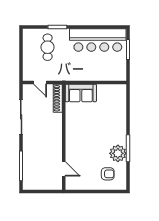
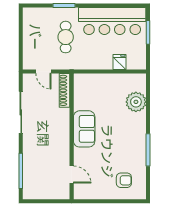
cafe table: (48, 47) -> (66, 37), moved
fridge: (104, 74) -> (120, 62), added
sofa: (81, 93) -> (84, 129), moved, turned -90
plant: (118, 153) -> (136, 102), moved

